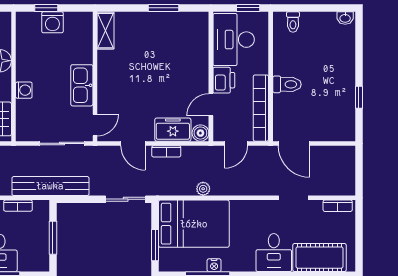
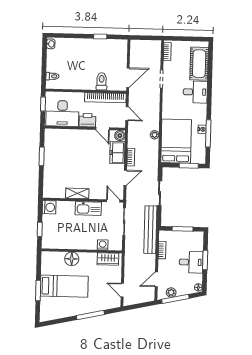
washing machine: (52, 22) -> (49, 207), moved
shelving: (105, 31) -> (77, 193), moved
toilet: (287, 84) -> (102, 81), moved
washing machine: (24, 90) -> (103, 245), moved
sliding door: (126, 199) -> (160, 193), moved

